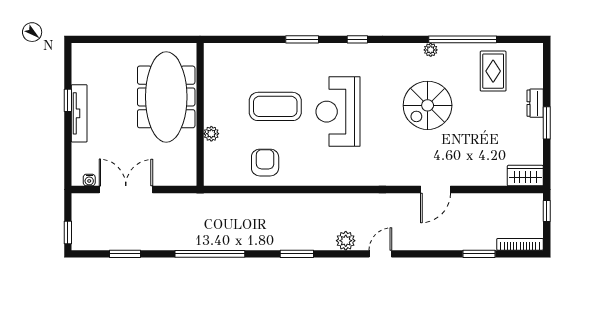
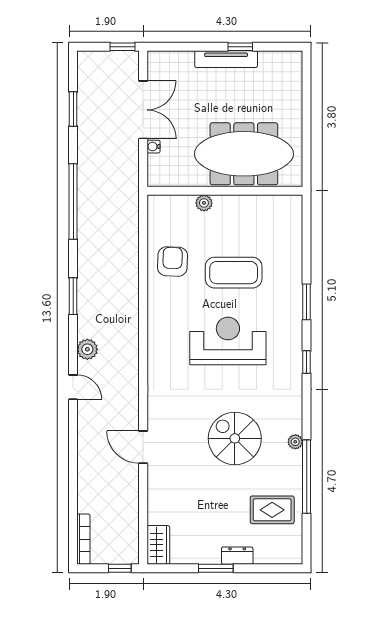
coffee table: (275, 106) -> (234, 273), turned 90
armchair: (265, 163) -> (172, 261), turned -88
water cooler: (89, 180) -> (153, 147), moved
window: (68, 233) -> (122, 47), moved
window: (479, 254) -> (73, 494), removed

